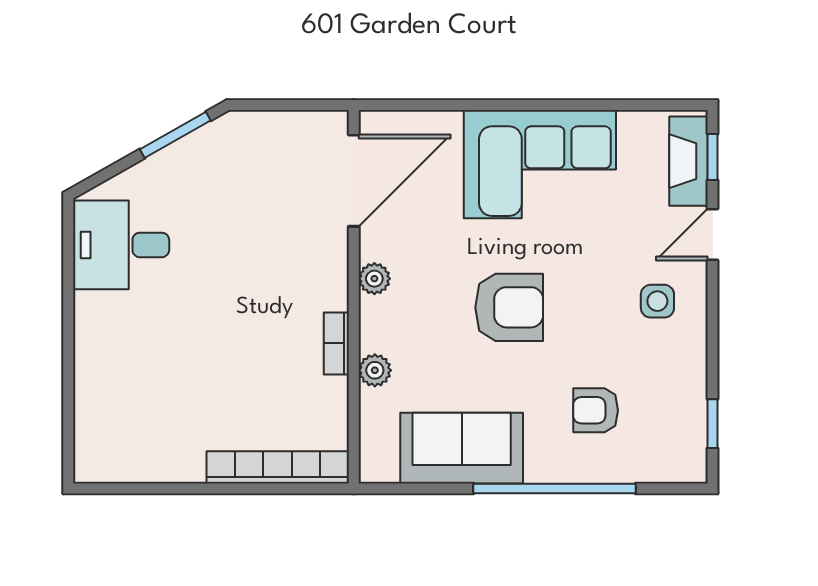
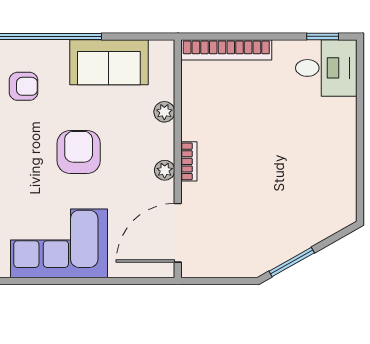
desk: (121, 245) -> (326, 68), moved
armchair: (509, 307) -> (79, 152), turned 90
bookcase: (336, 343) -> (189, 161), moved
window: (127, 488) -> (323, 36), added

